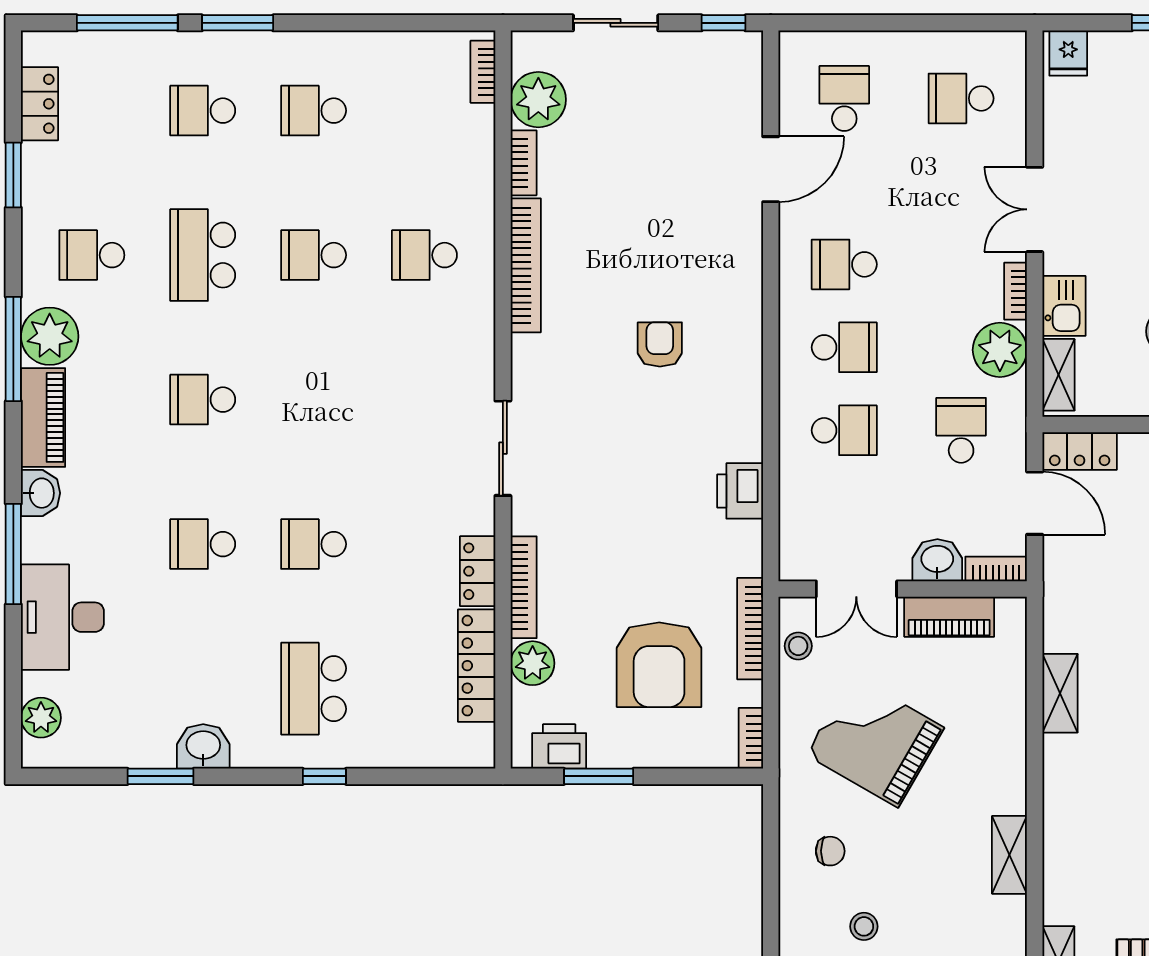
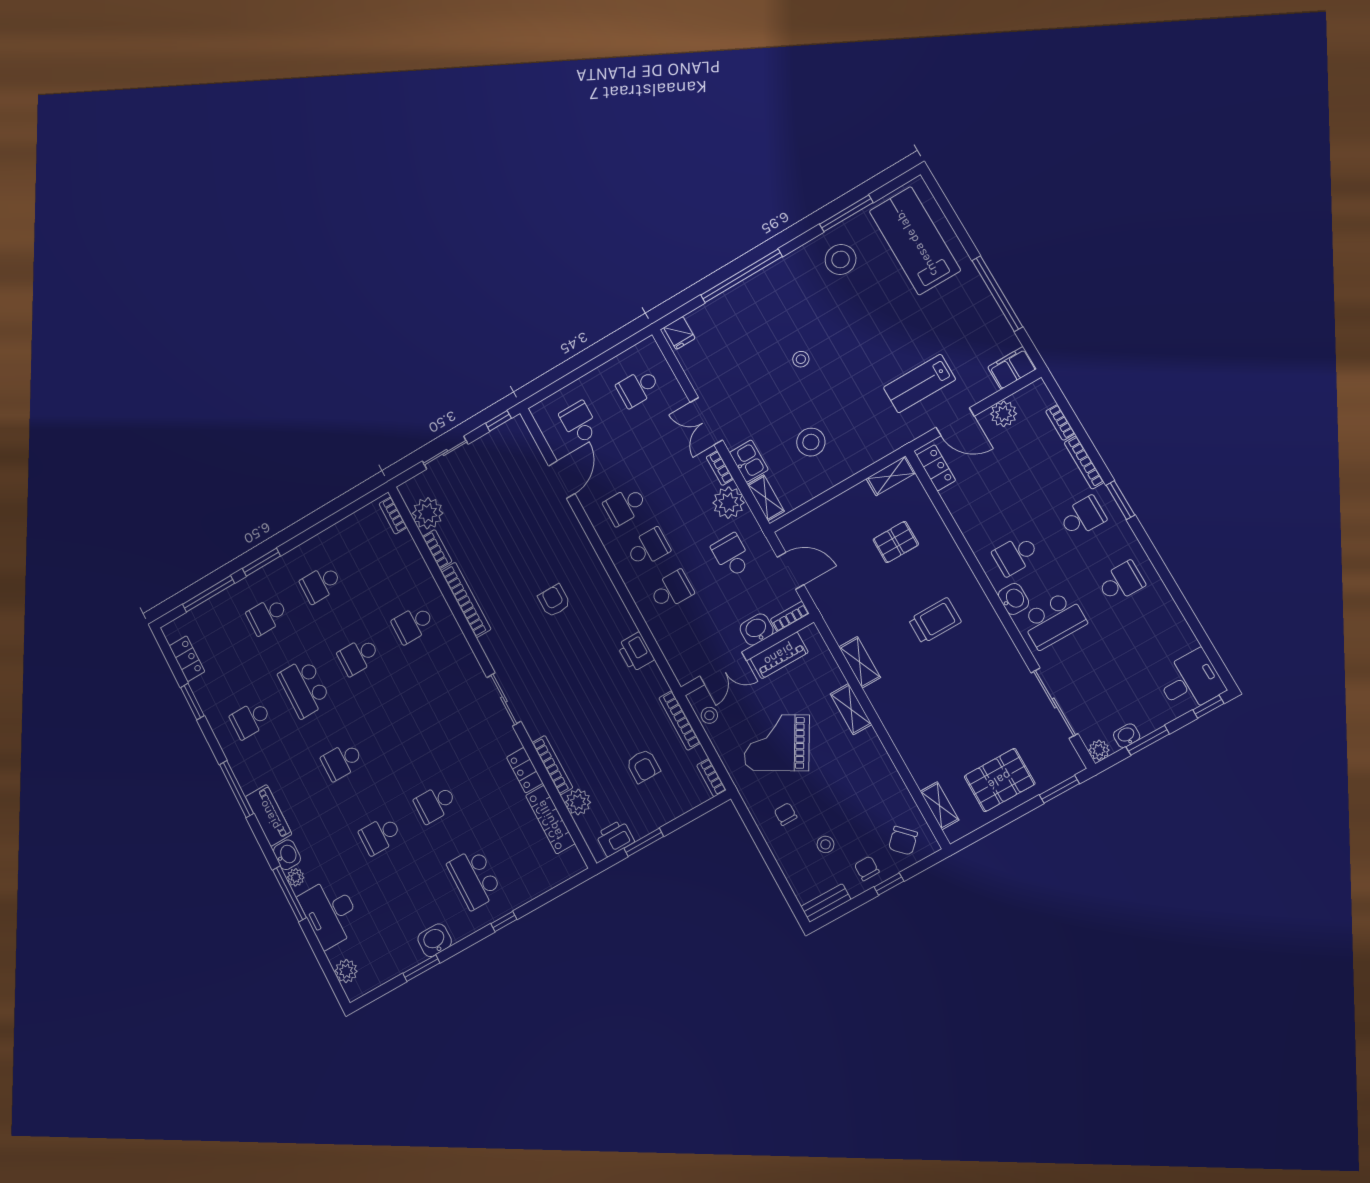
plant: (50, 336) -> (296, 877), moved, width x0.53, depth x0.53
locker: (1080, 451) -> (799, 530), removed
armchair: (659, 665) -> (643, 766), width x0.53, depth x0.53
chair: (830, 851) -> (786, 814), turned -90
shelving: (1009, 855) -> (851, 709), moved

